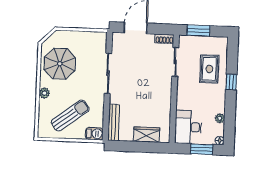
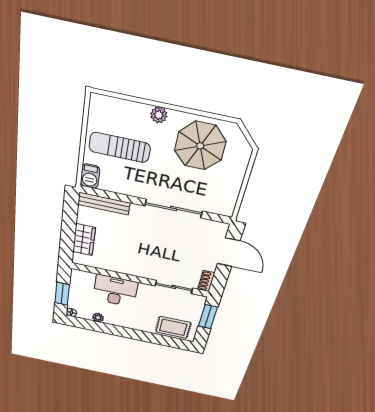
rug: (209, 69) -> (173, 327), moved
window: (231, 82) -> (139, 335), removed
sun lounger: (70, 116) -> (120, 147), turned 127
desk: (188, 127) -> (115, 291), moved

